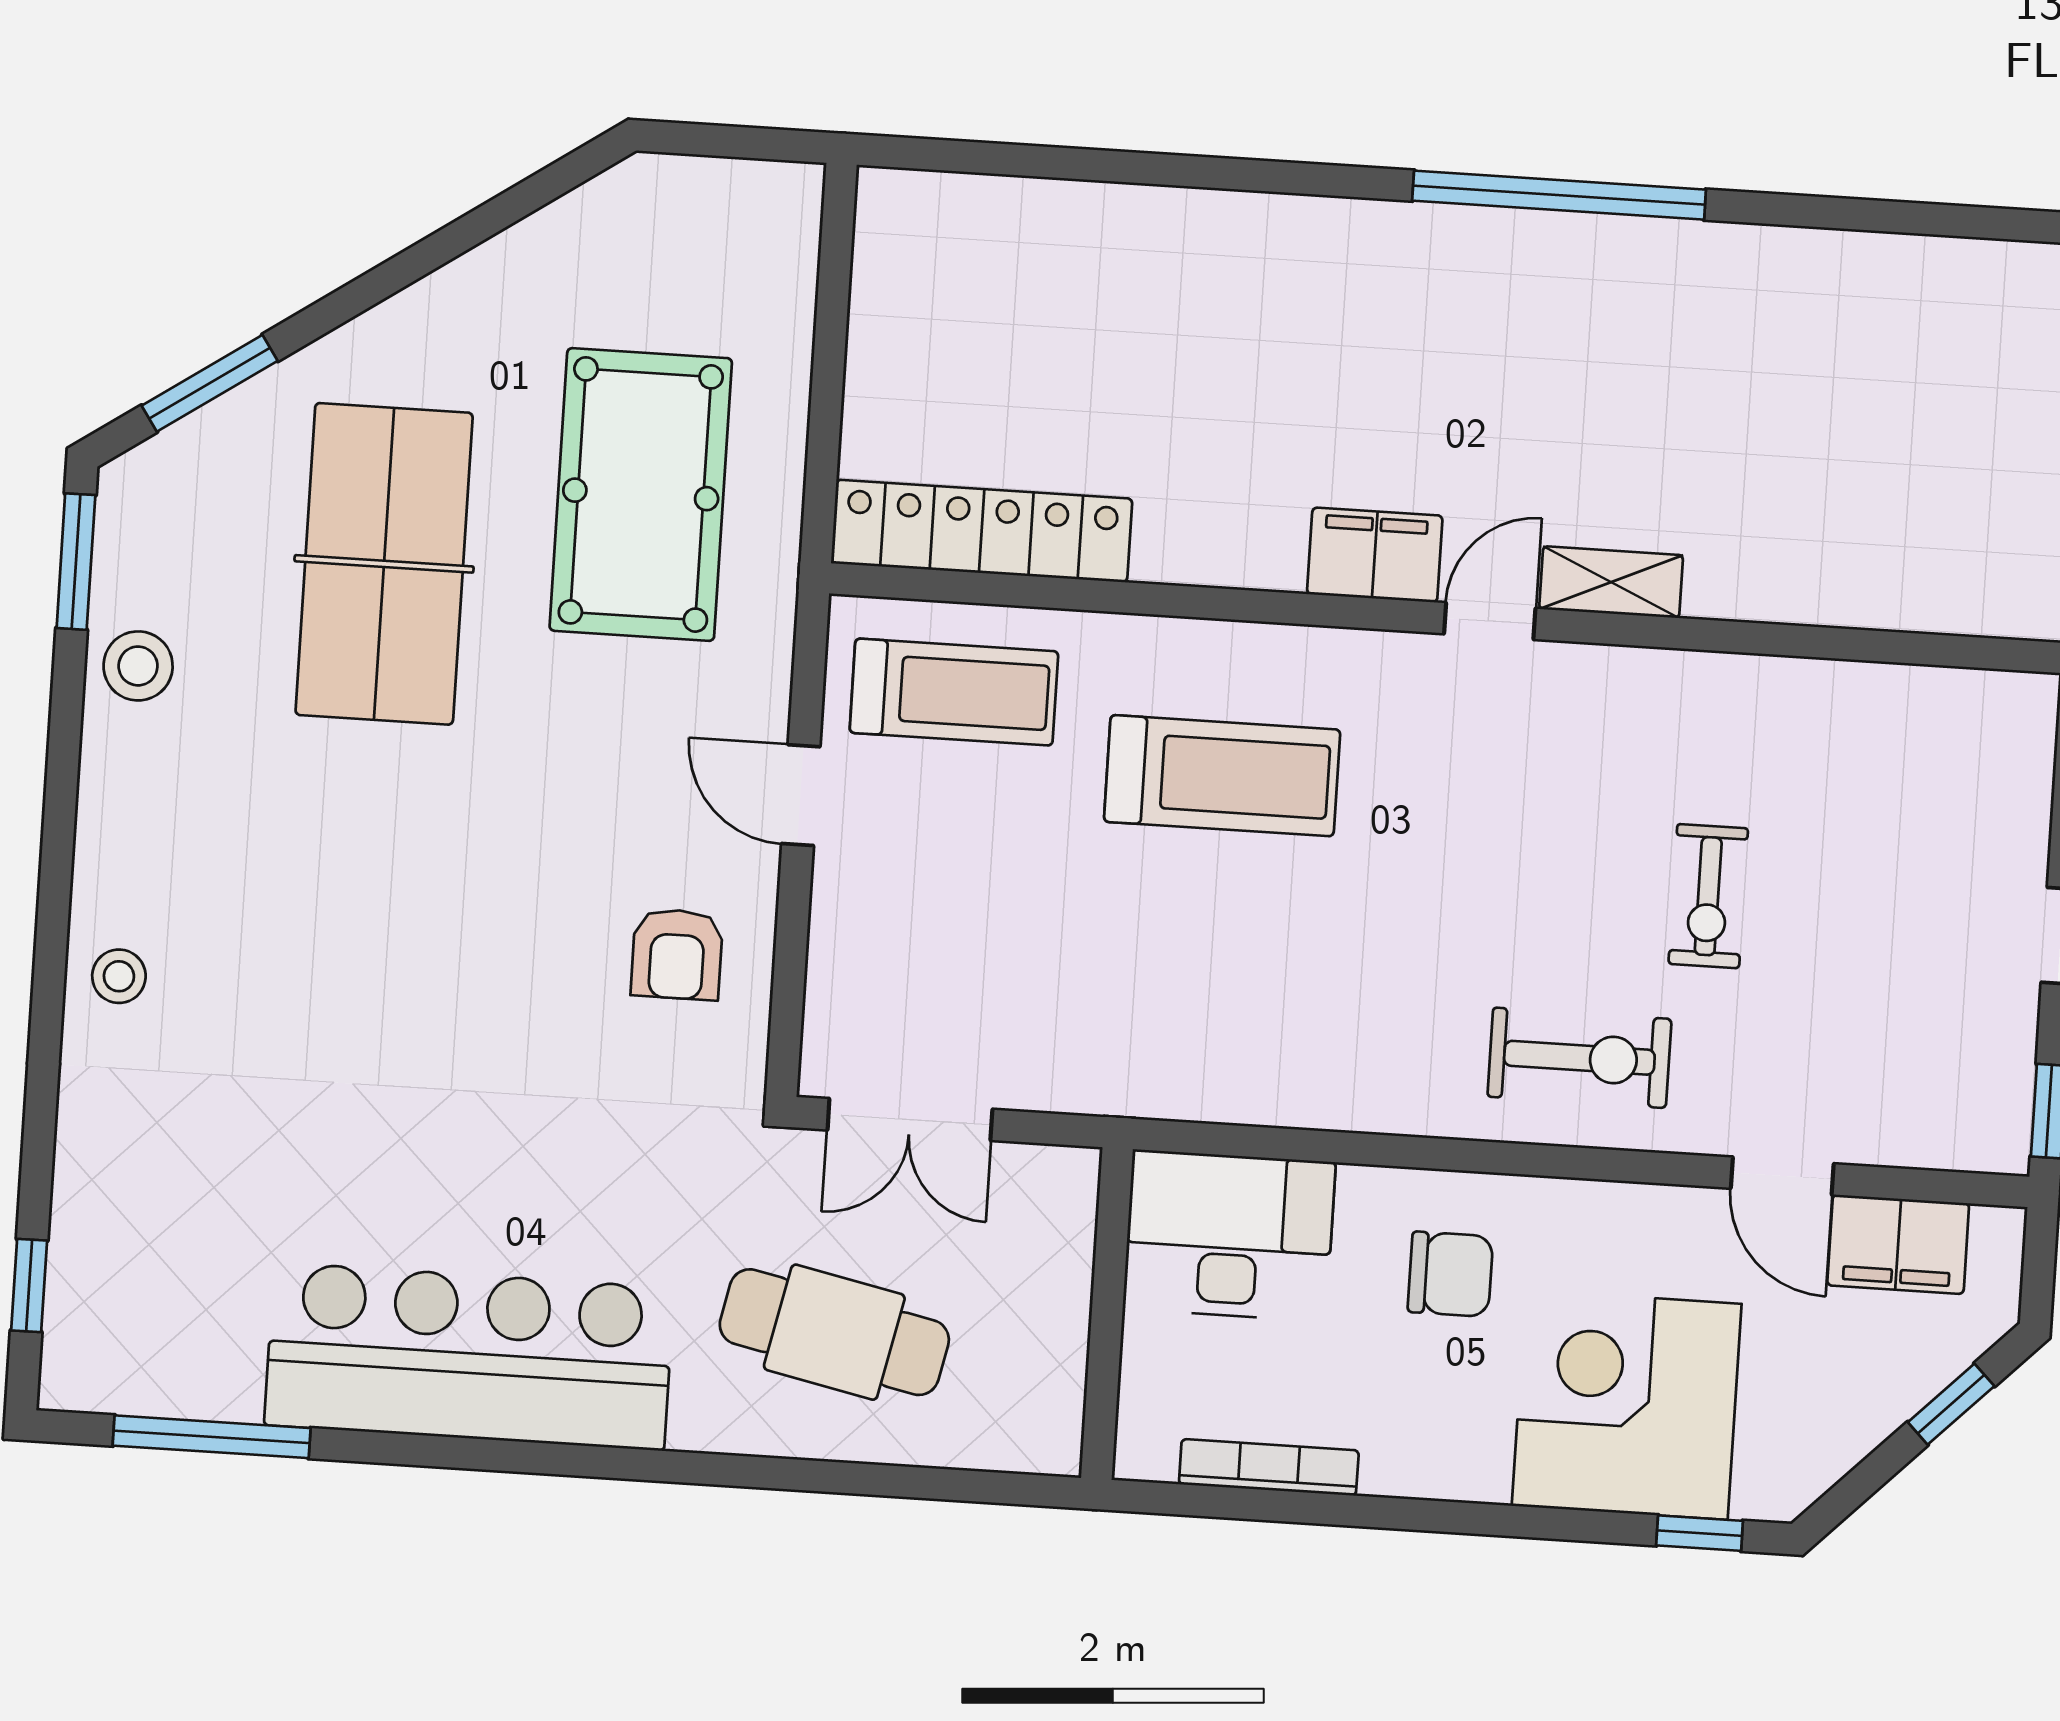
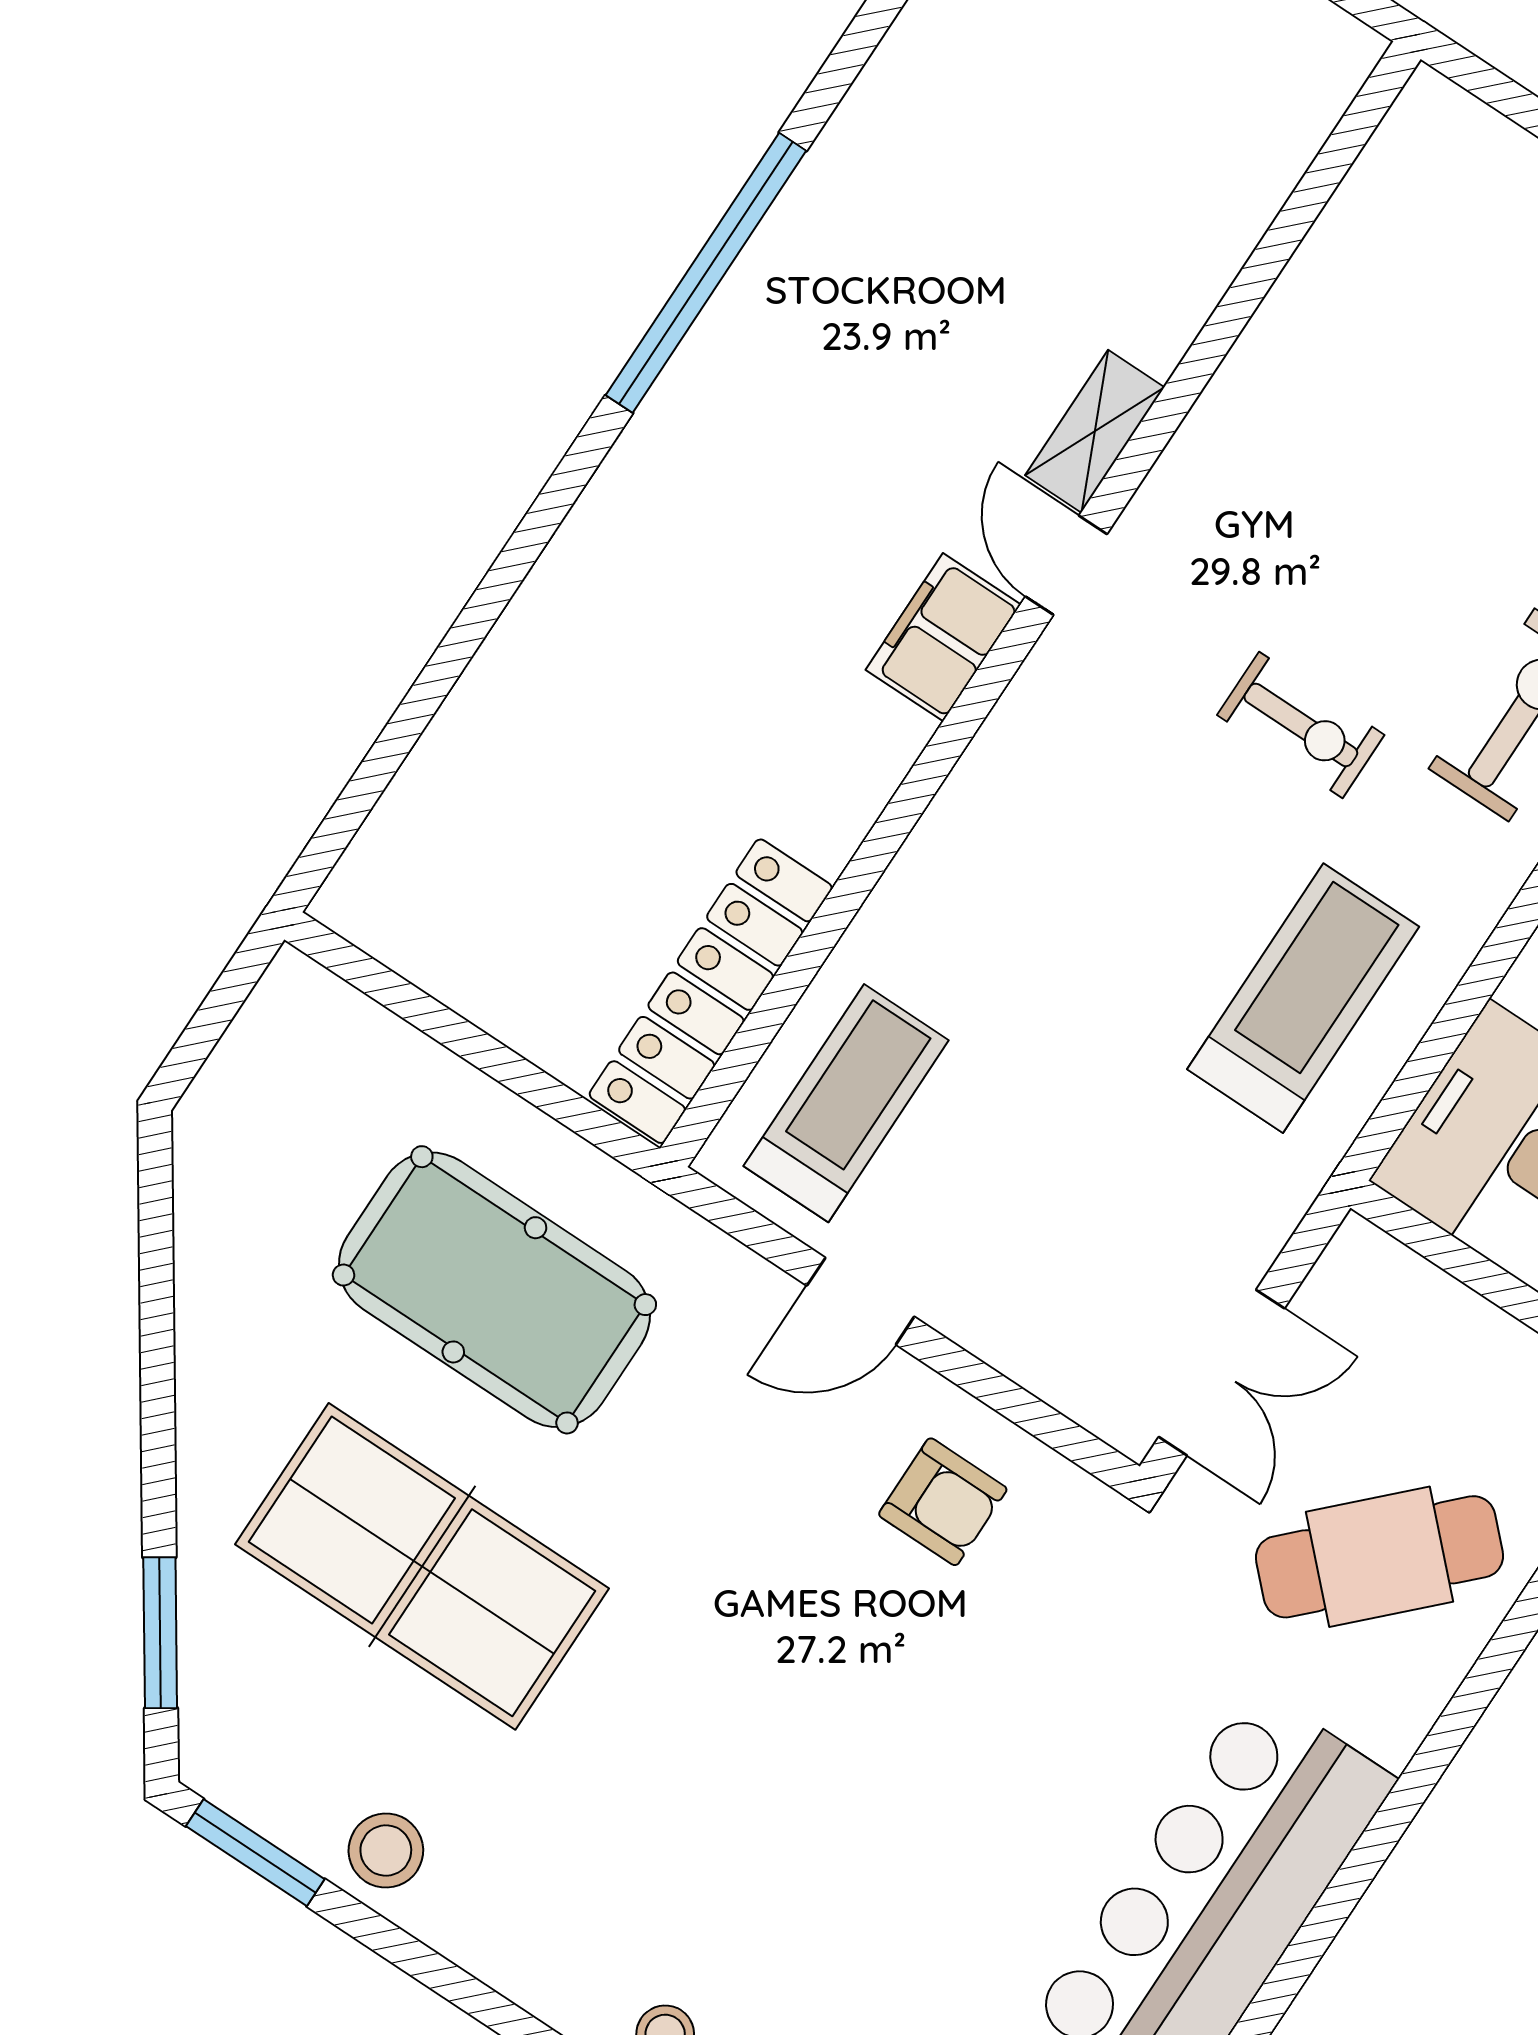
treadmill: (1222, 776) -> (1303, 998), moved
exercise bike: (1708, 896) -> (1301, 725), moved
cafe table: (834, 1332) -> (1380, 1557), turned 33

